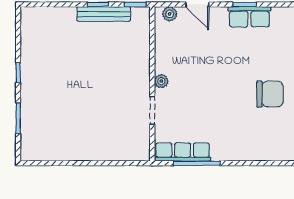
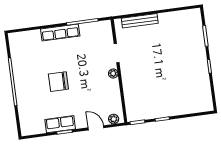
bench: (104, 14) -> (140, 21), moved
chair: (270, 94) -> (58, 82), moved
row of seats: (183, 152) -> (60, 32), moved

